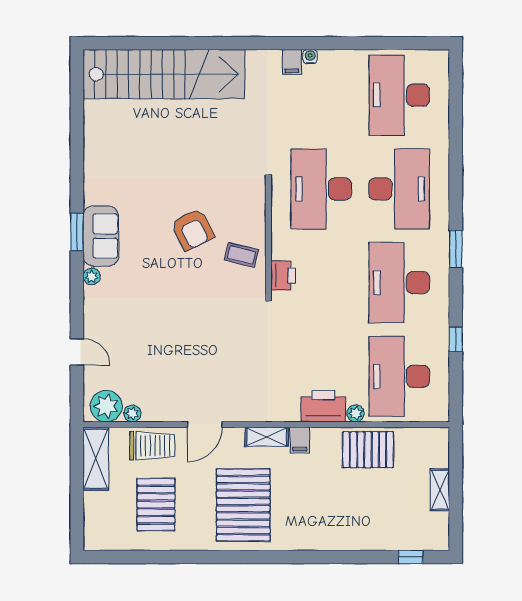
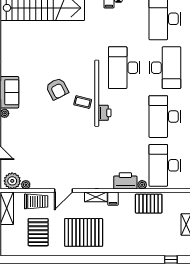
pallet: (243, 505) -> (84, 232), turned 90

